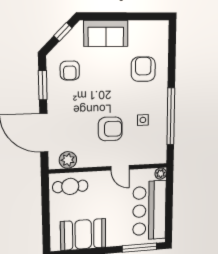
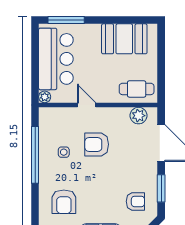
armchair: (70, 71) -> (135, 201), turned 90

